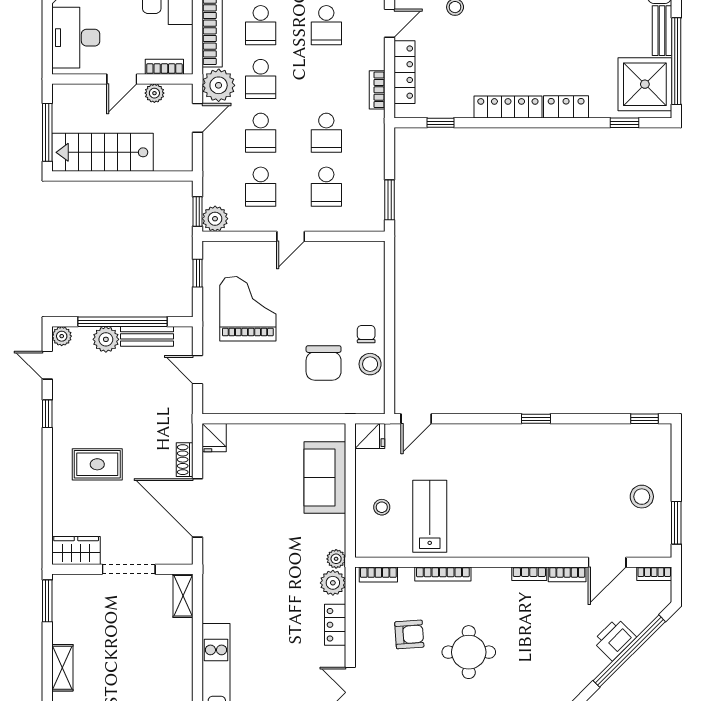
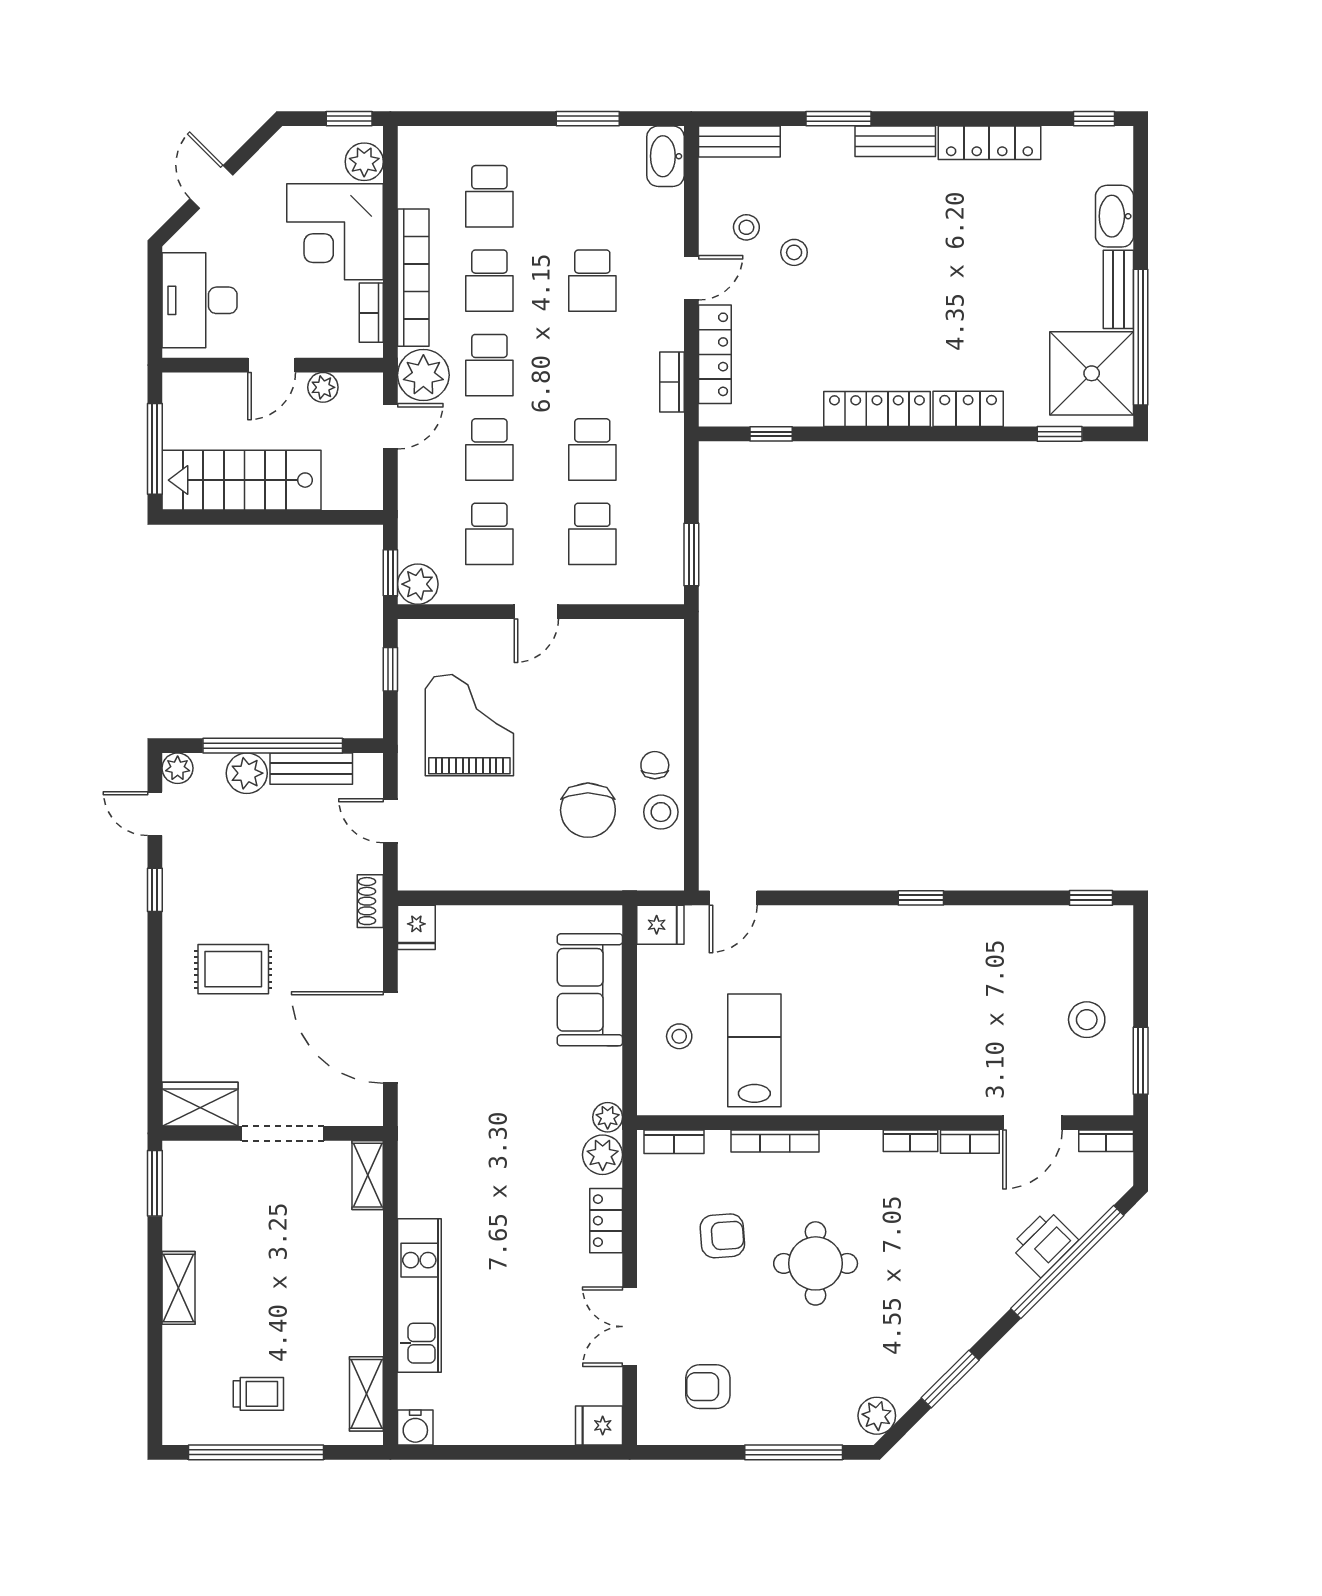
bookcase: (164, 67) -> (371, 313), moved, turned -90
shoe rack: (185, 460) -> (370, 901), moved

